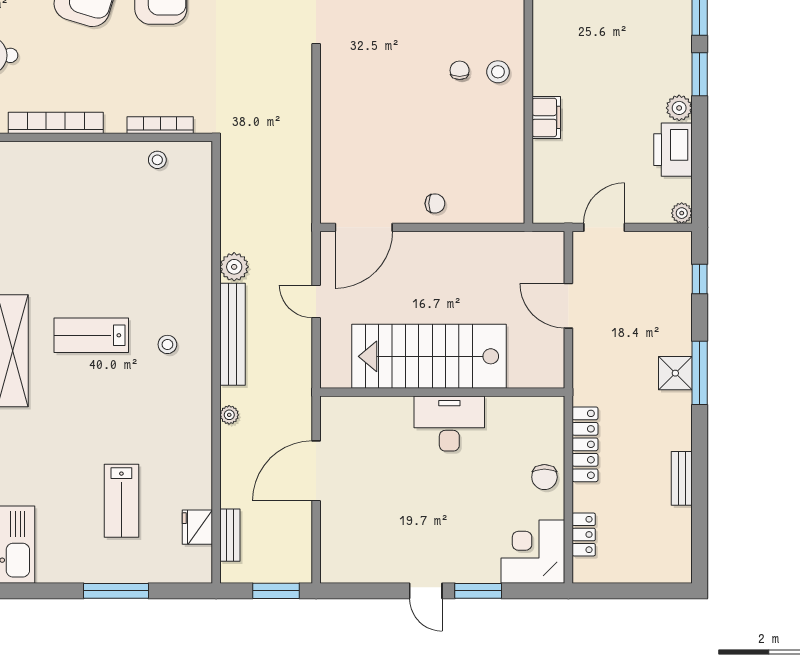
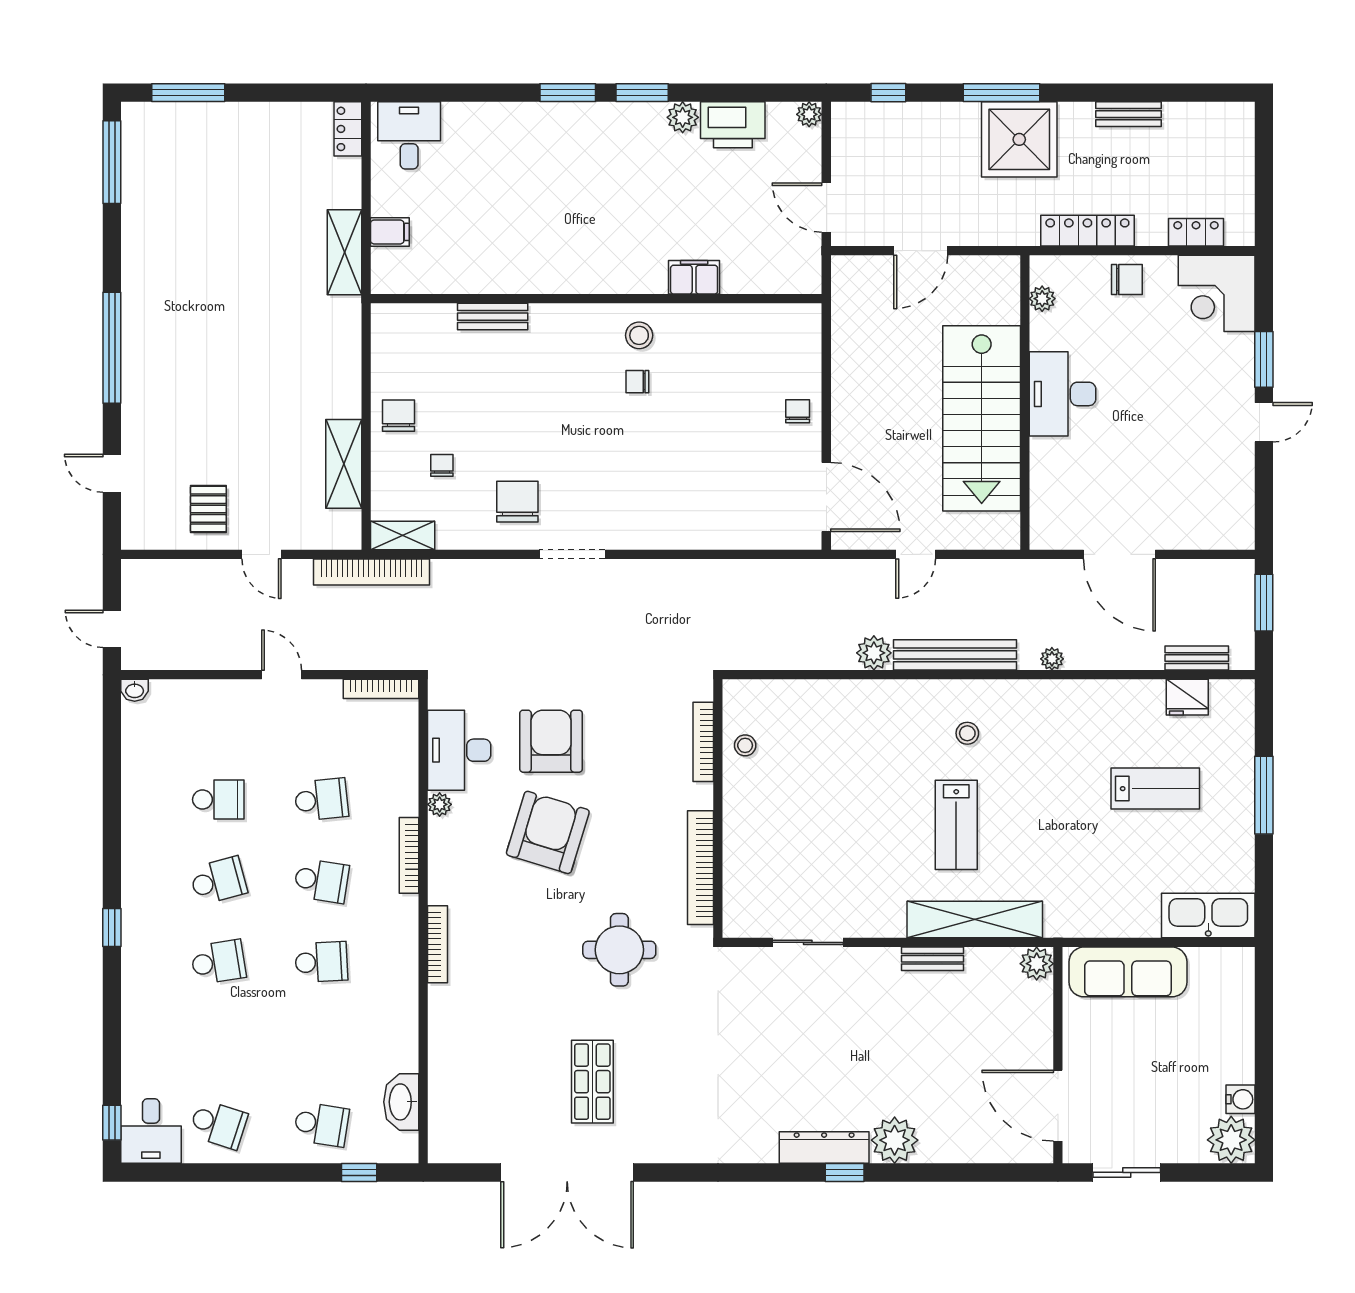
shower: (675, 373) -> (1019, 139), width x1.86, depth x1.86
plant: (528, 407) -> (1042, 299), added

